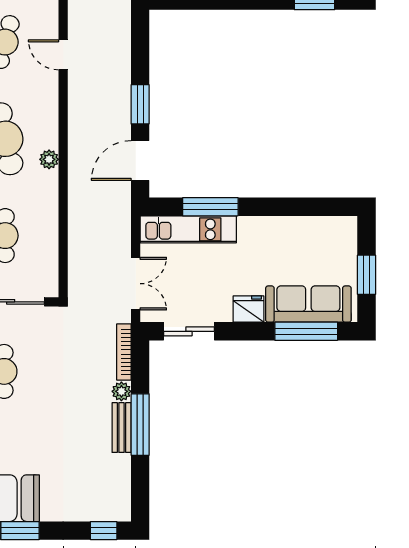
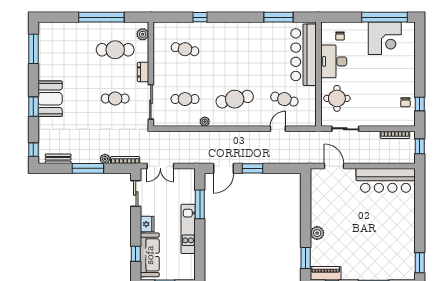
plant: (49, 159) -> (205, 122), moved
door: (140, 160) -> (224, 168), swing flipped
kitchen unit: (188, 229) -> (188, 229), moved
window: (306, 331) -> (136, 254), width x0.46
bench: (122, 428) -> (58, 159), moved

